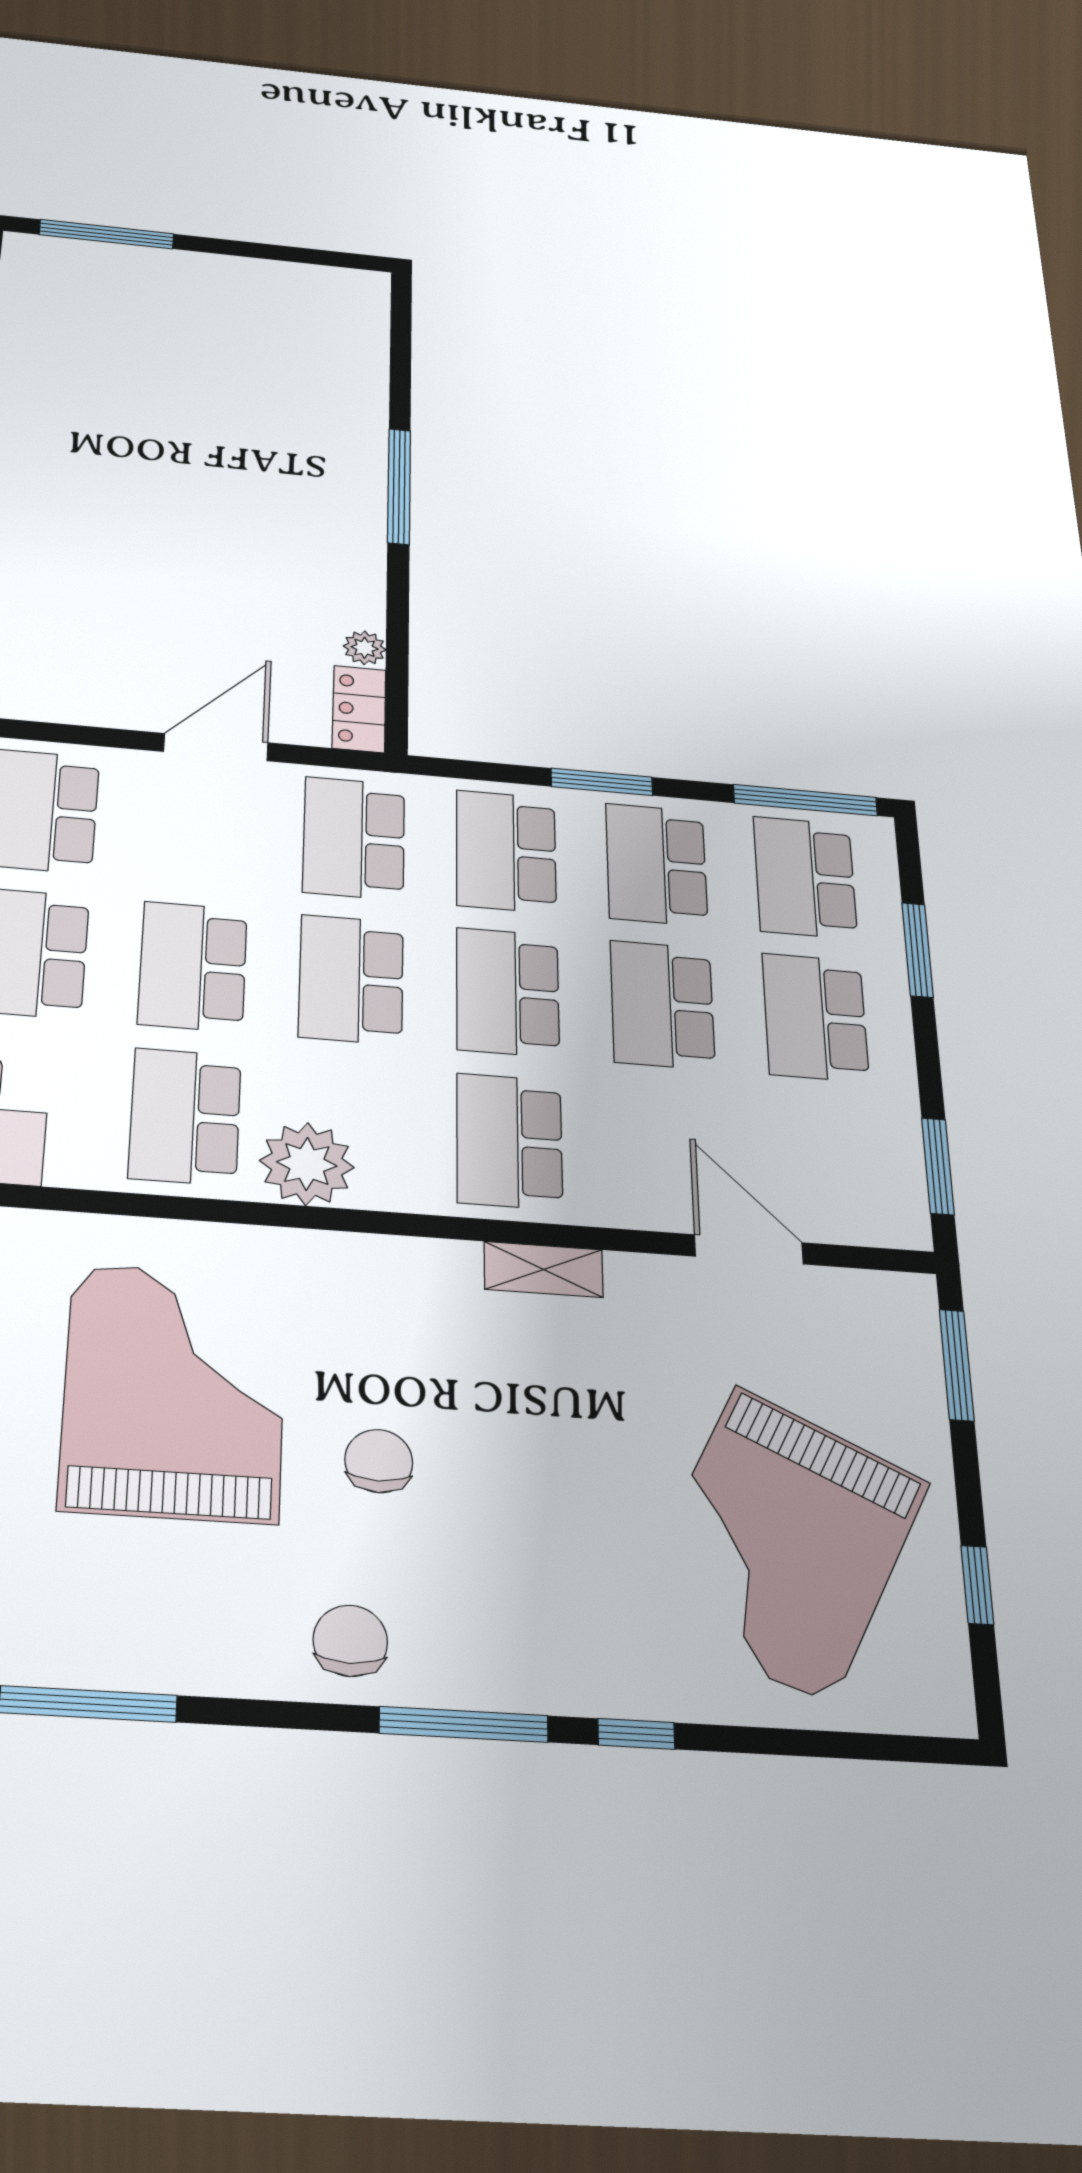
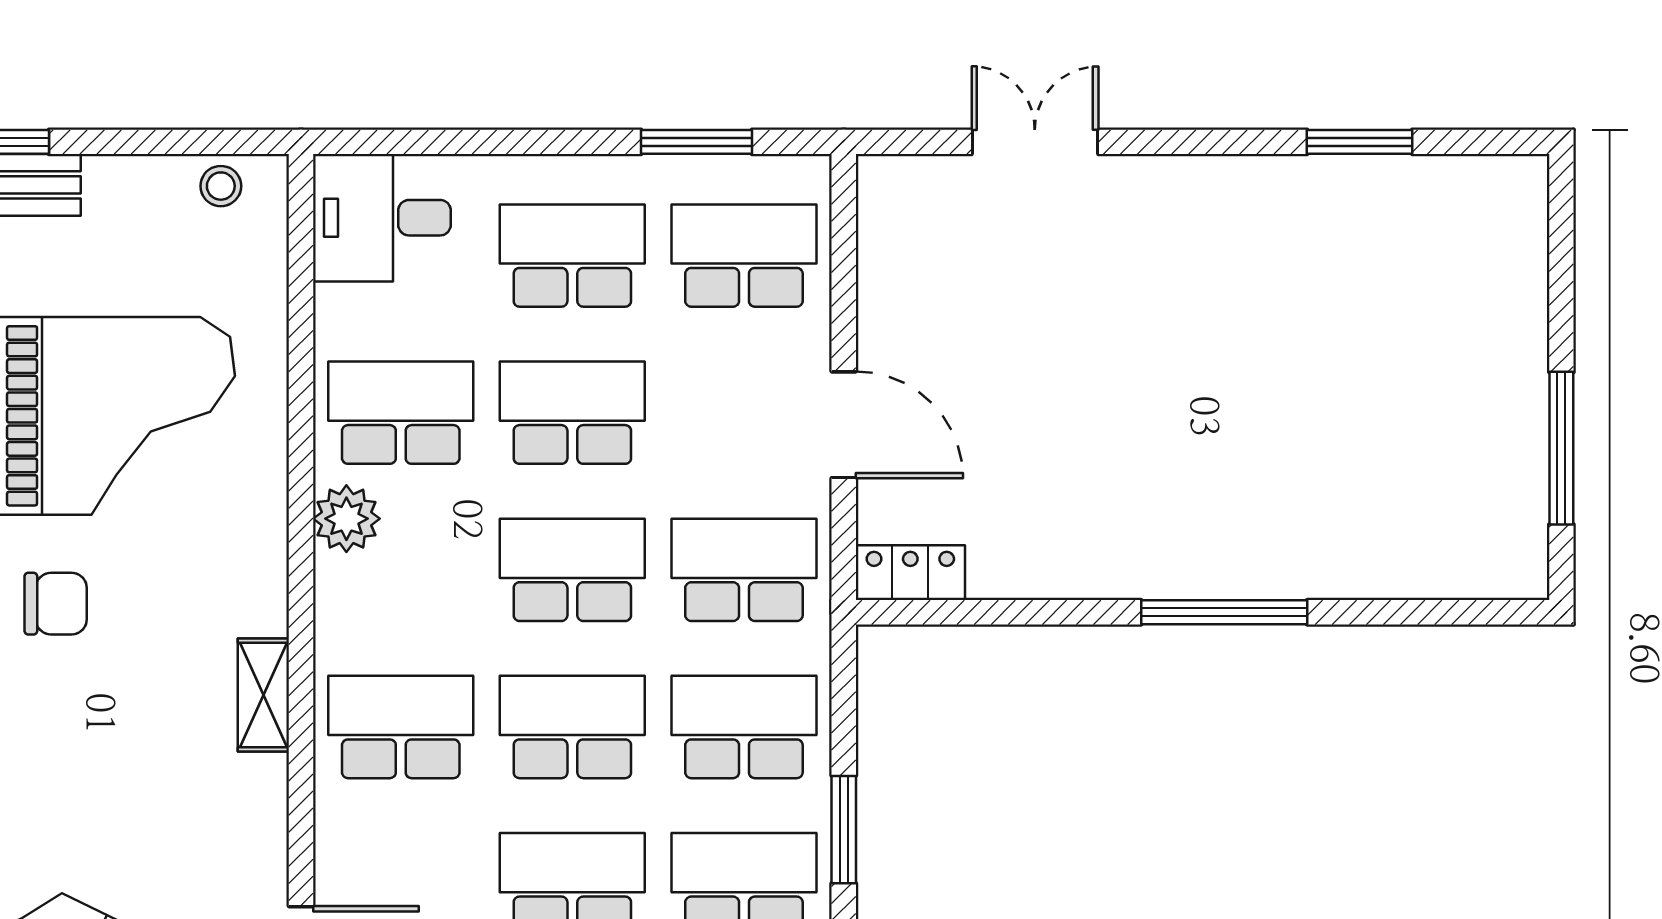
window: (107, 234) -> (1561, 448), moved
plant: (365, 648) -> (993, 577), removed
plant: (307, 1164) -> (346, 519), width x0.73, depth x0.73
shelving: (544, 1269) -> (263, 695), moved

